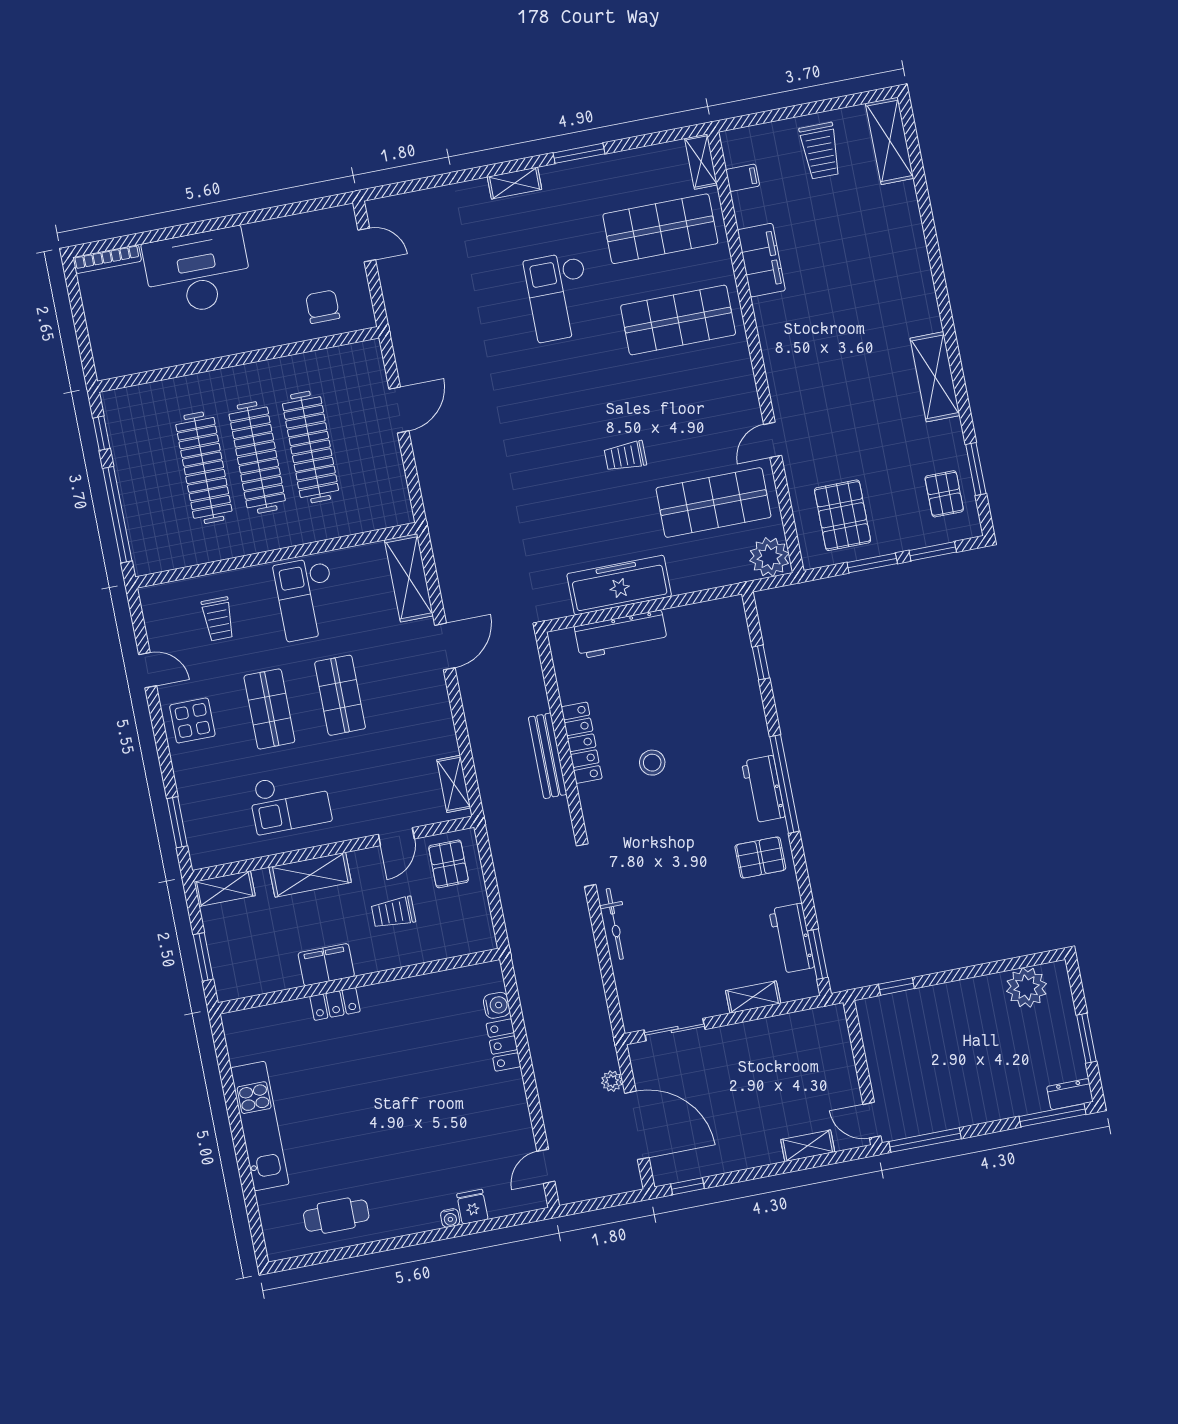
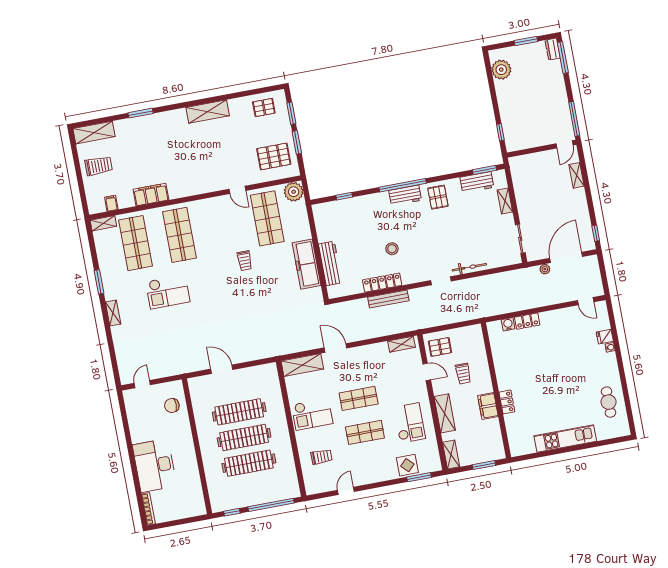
window: (976, 469) -> (141, 113), moved
display table: (192, 720) -> (407, 465), moved

